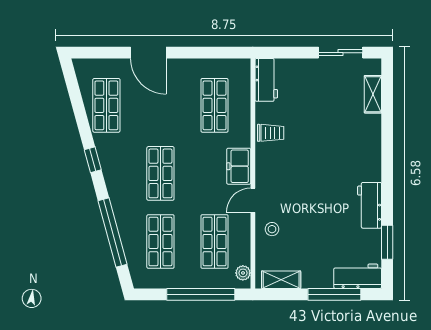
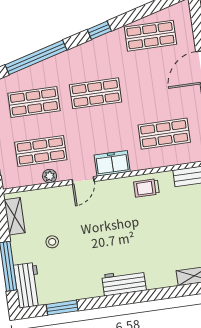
trolley: (271, 133) -> (146, 188), turned 90
door: (253, 200) -> (83, 180), swing flipped
workbench: (370, 205) -> (124, 283), moved
stool: (272, 229) -> (52, 242), moved
plant: (243, 273) -> (50, 176), moved

